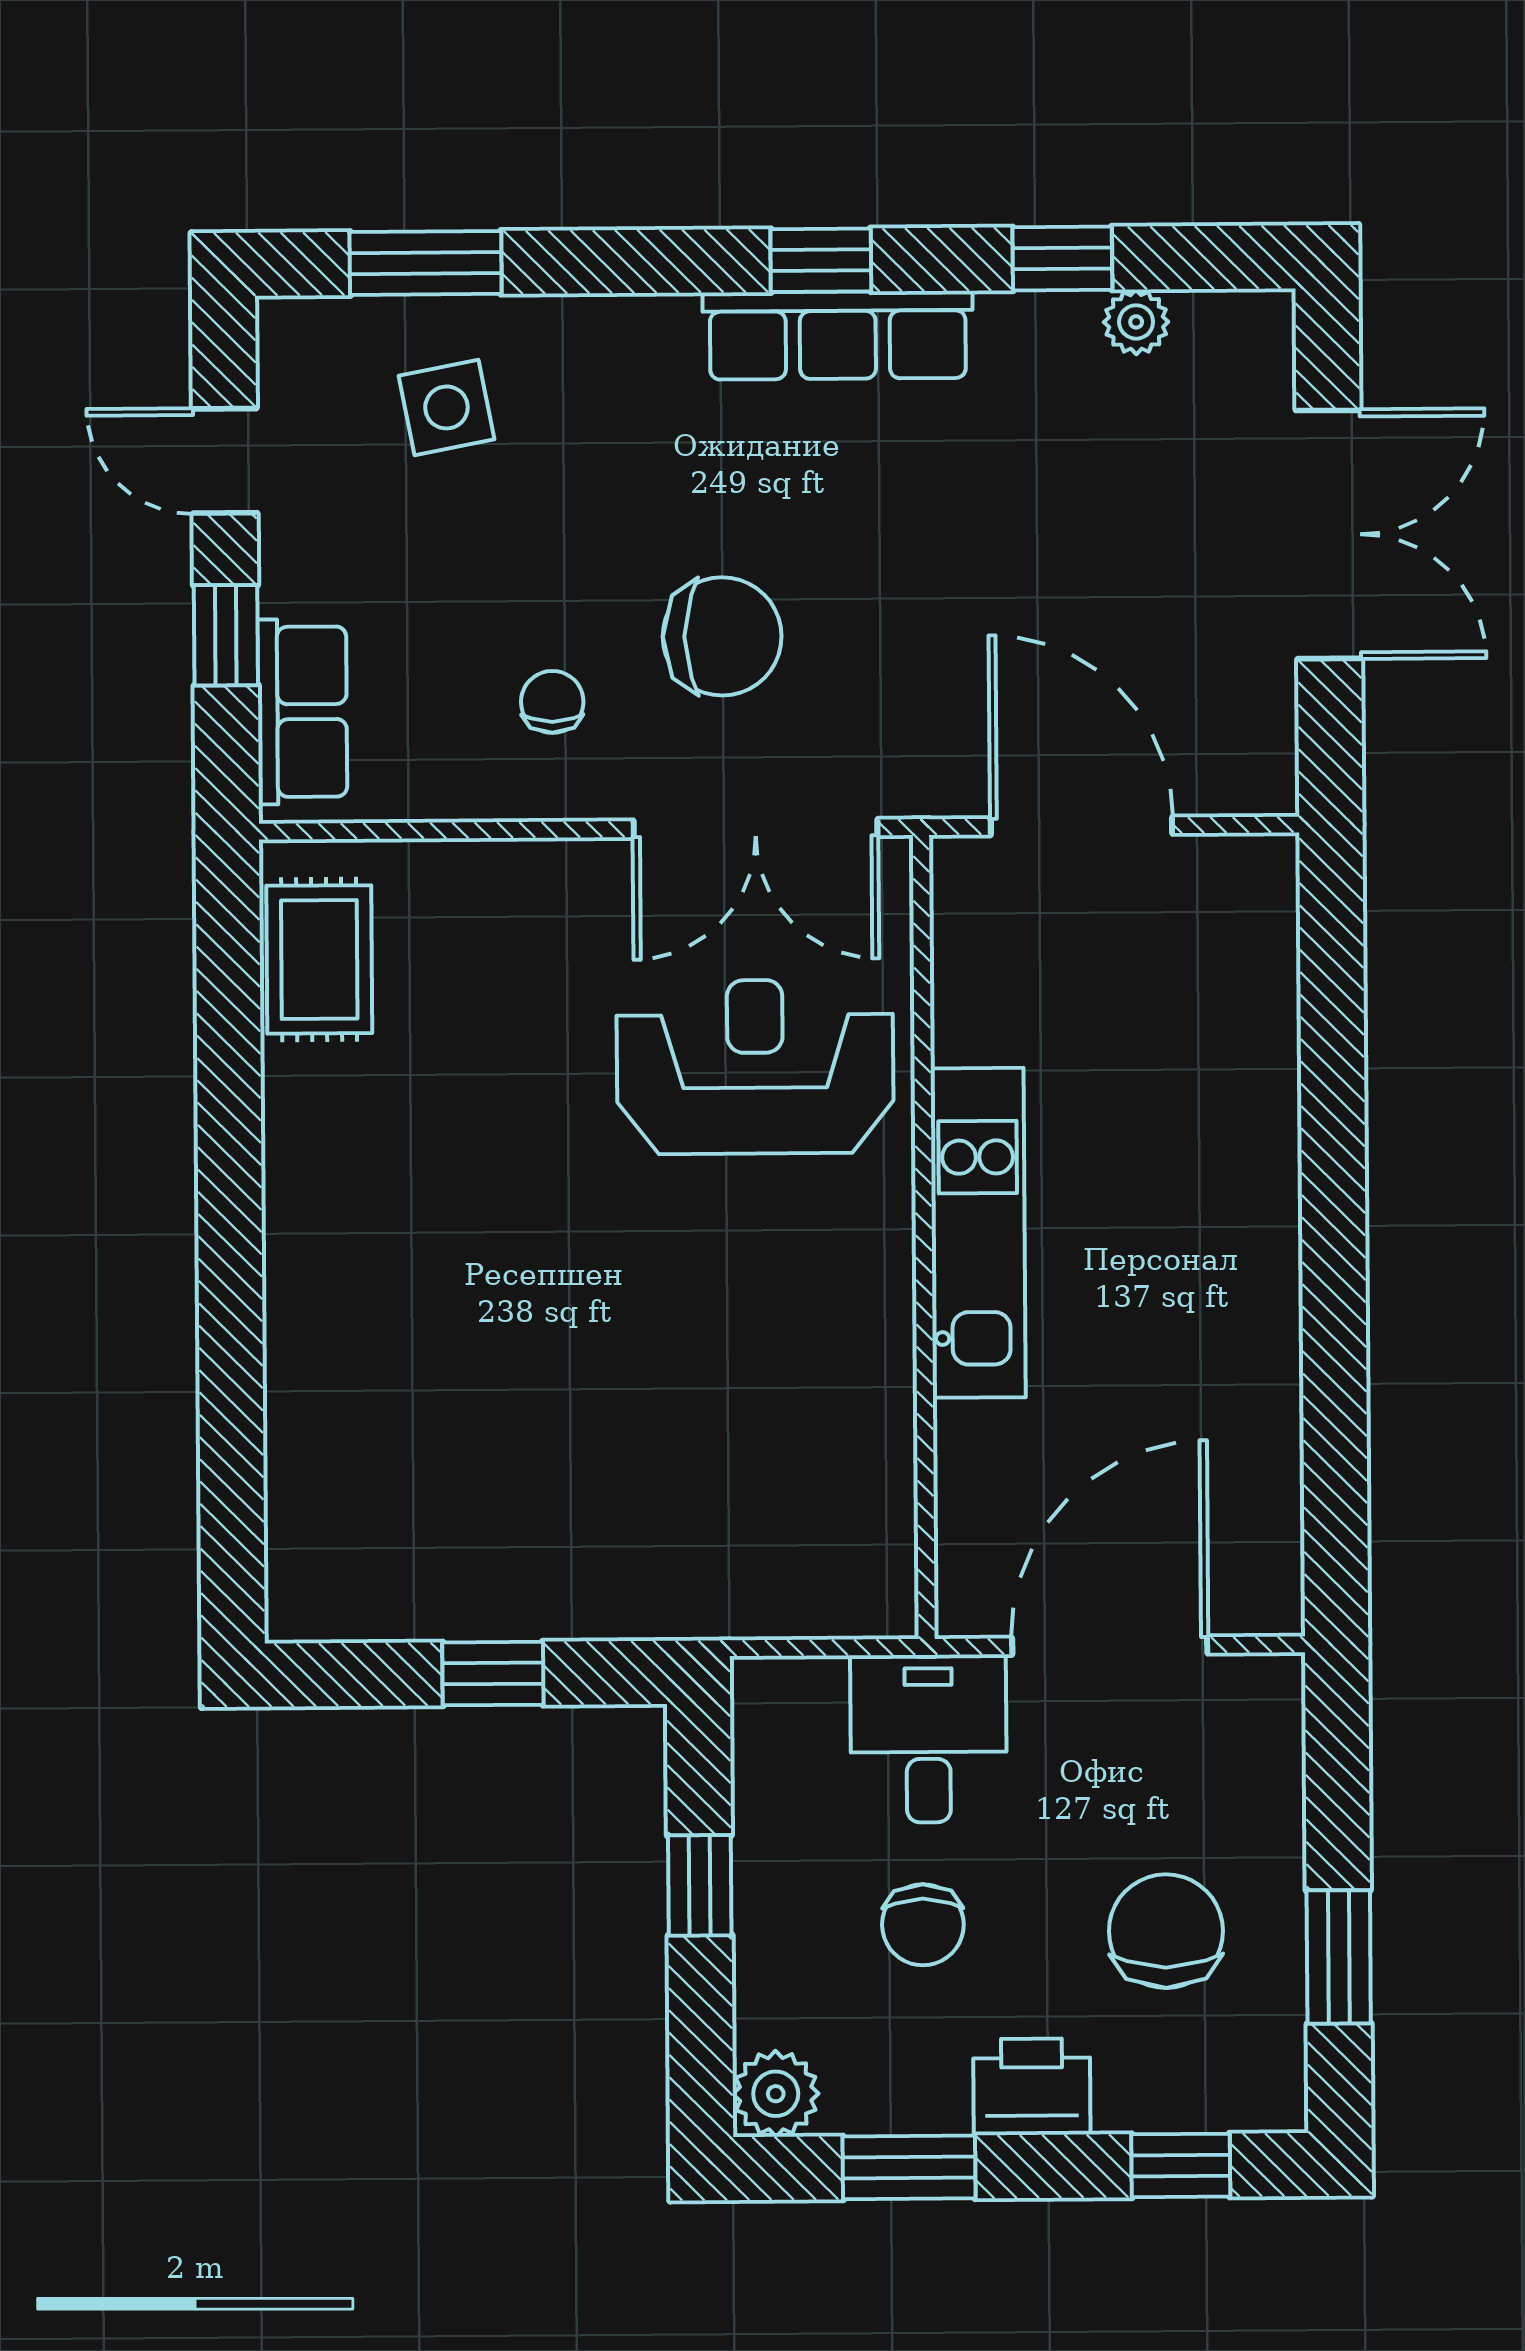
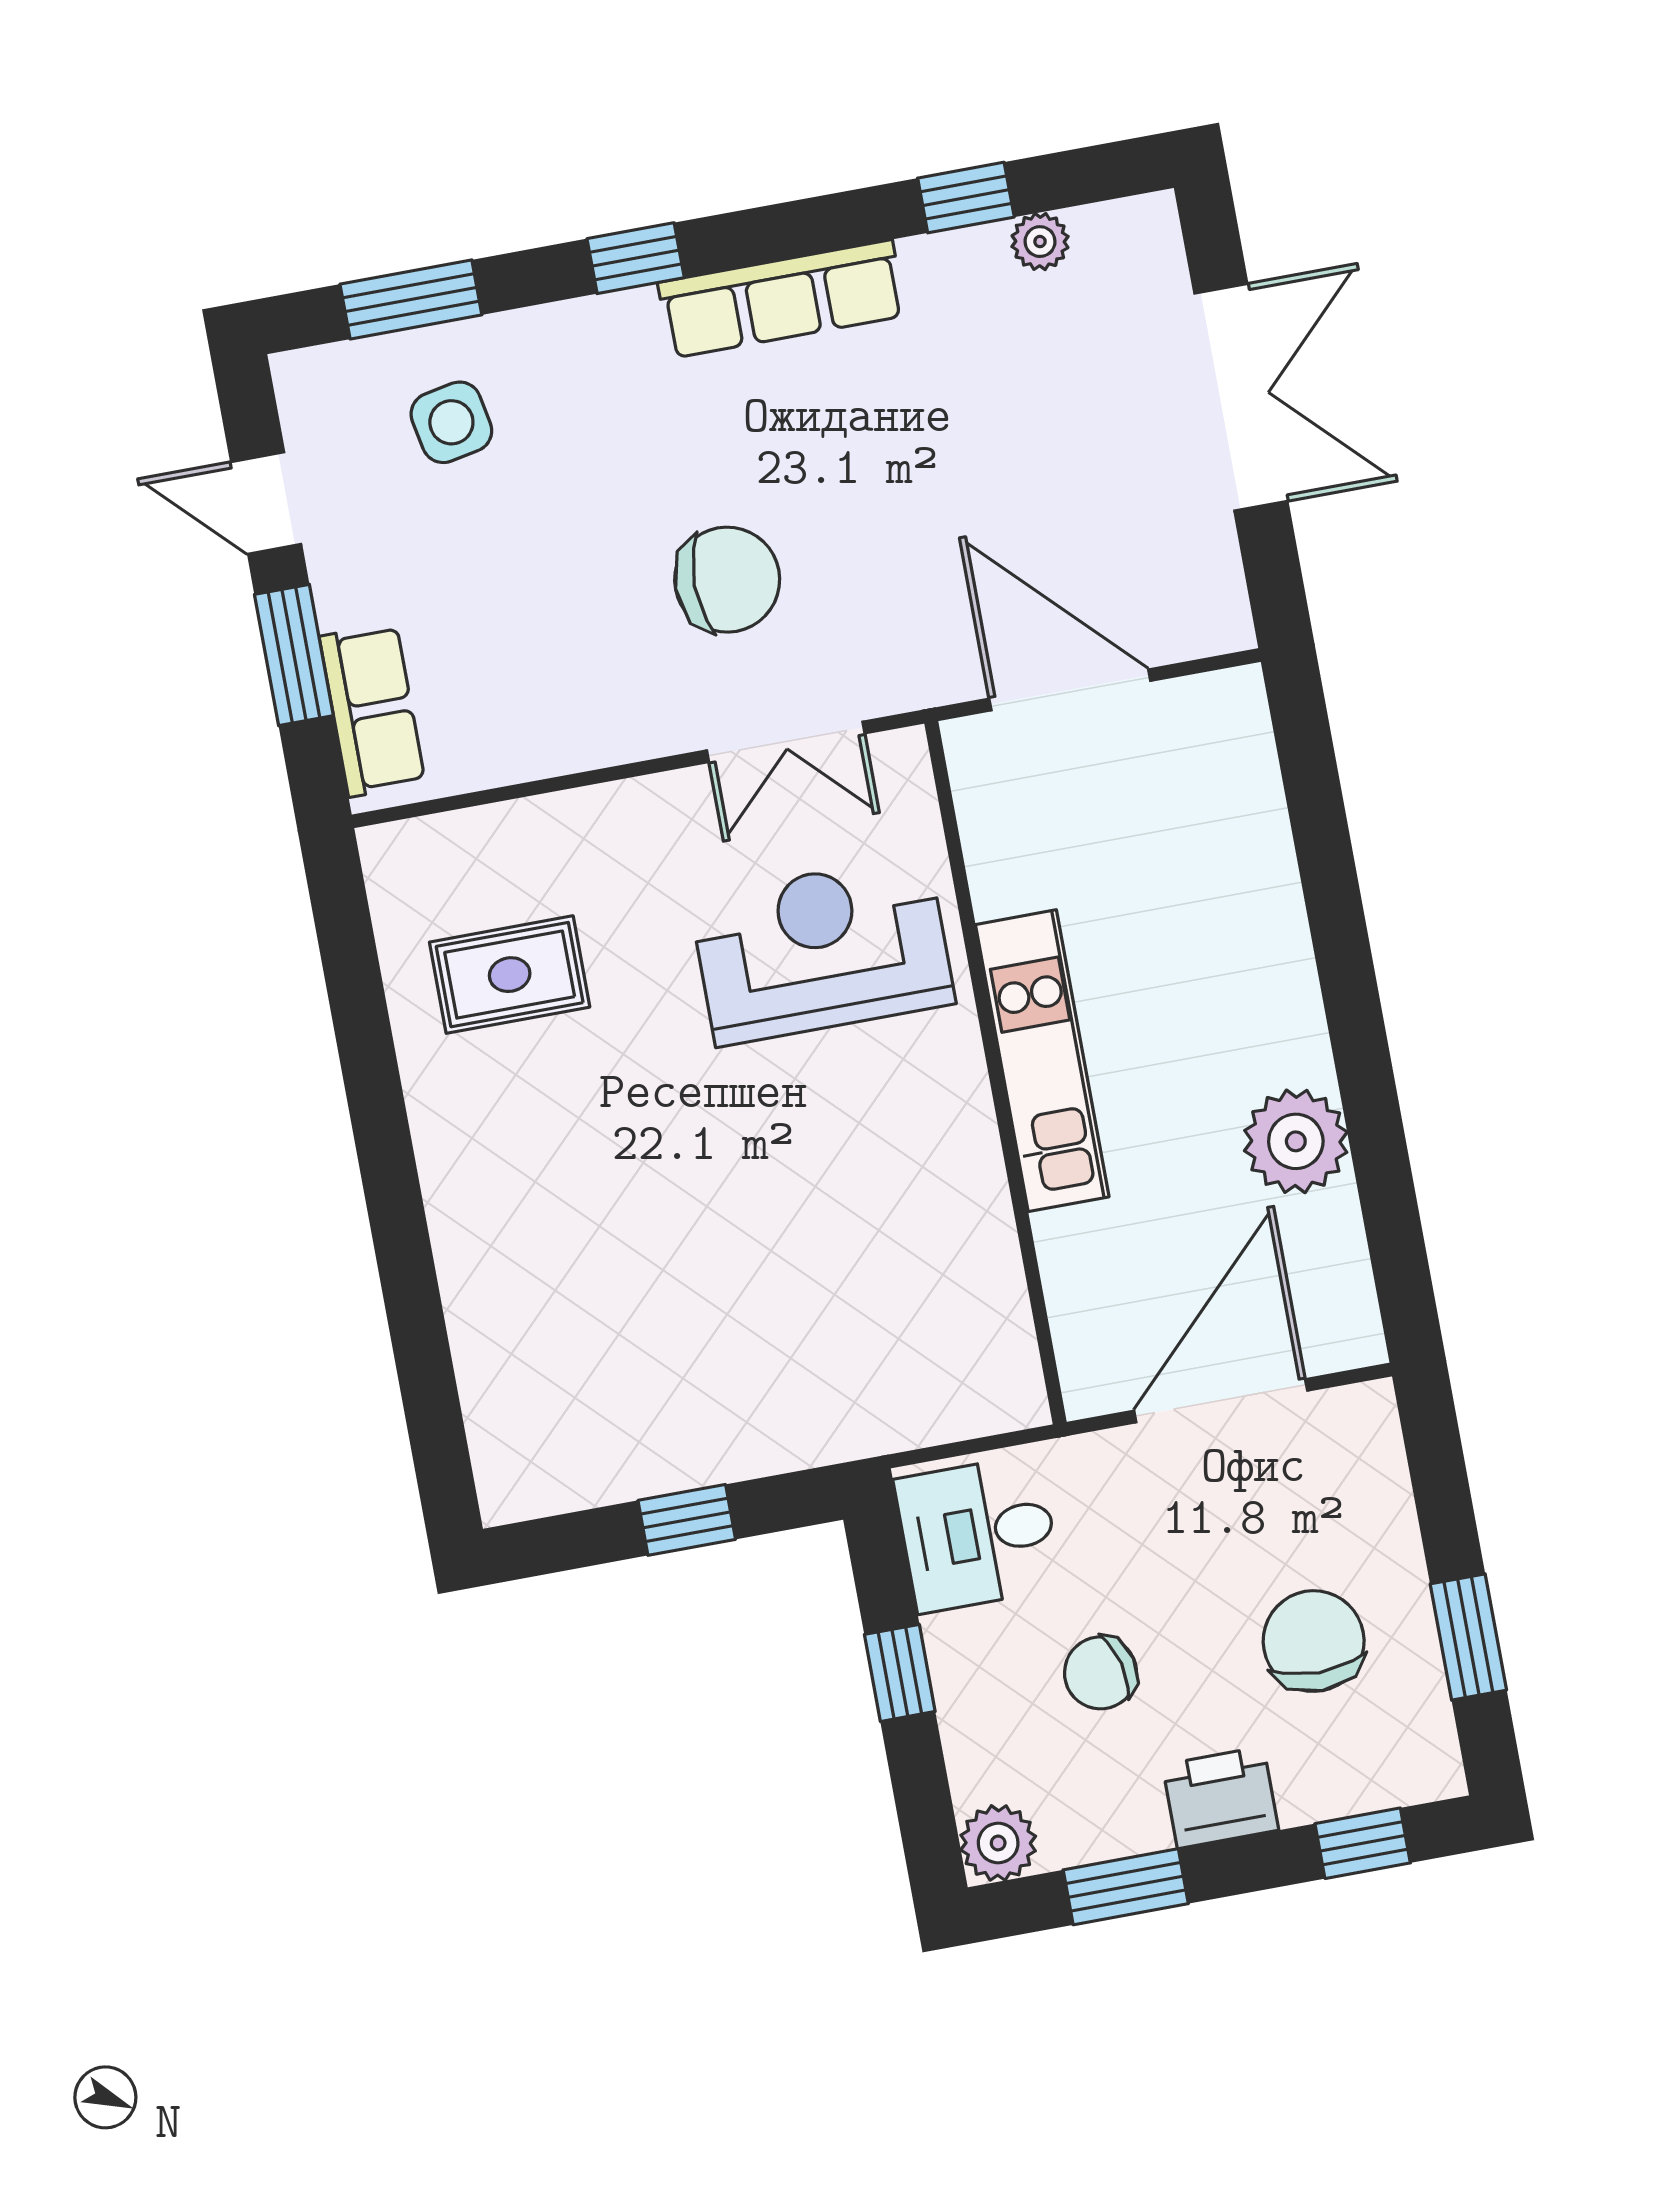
window: (821, 260) -> (636, 258), moved
window: (226, 635) -> (294, 655), width x1.50
chair: (552, 702) -> (589, 663), removed
double door: (756, 828) -> (786, 742), width x0.73
rug: (319, 959) -> (510, 975), moved, turned 90
plant: (1244, 1372) -> (1296, 1141), added
desk: (928, 1739) -> (978, 1534), moved, turned -90
chair: (923, 1925) -> (1101, 1673), turned 76

